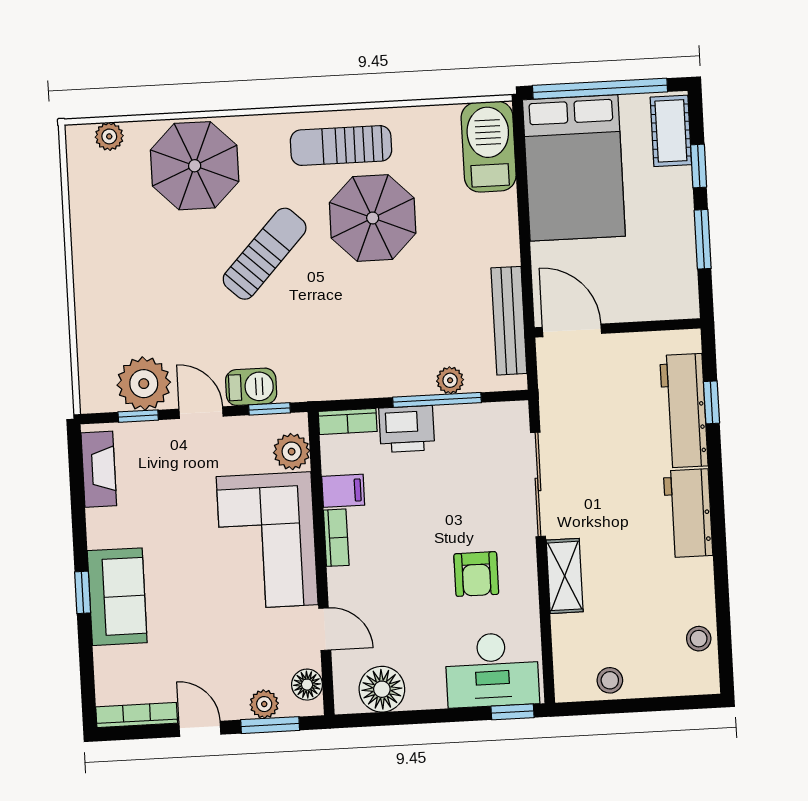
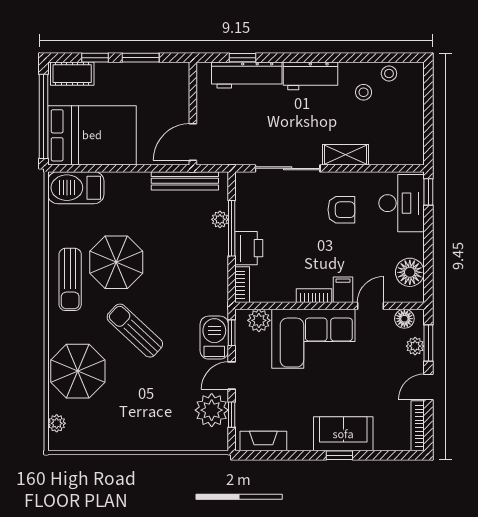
barbecue: (251, 387) -> (214, 338), width x1.38, depth x1.27
filing cabinet: (343, 491) -> (343, 290), moved
stool: (610, 680) -> (364, 92), moved

